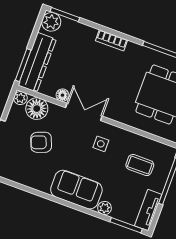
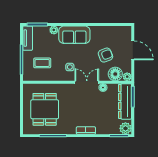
double door: (84, 112) -> (87, 82), swing flipped

